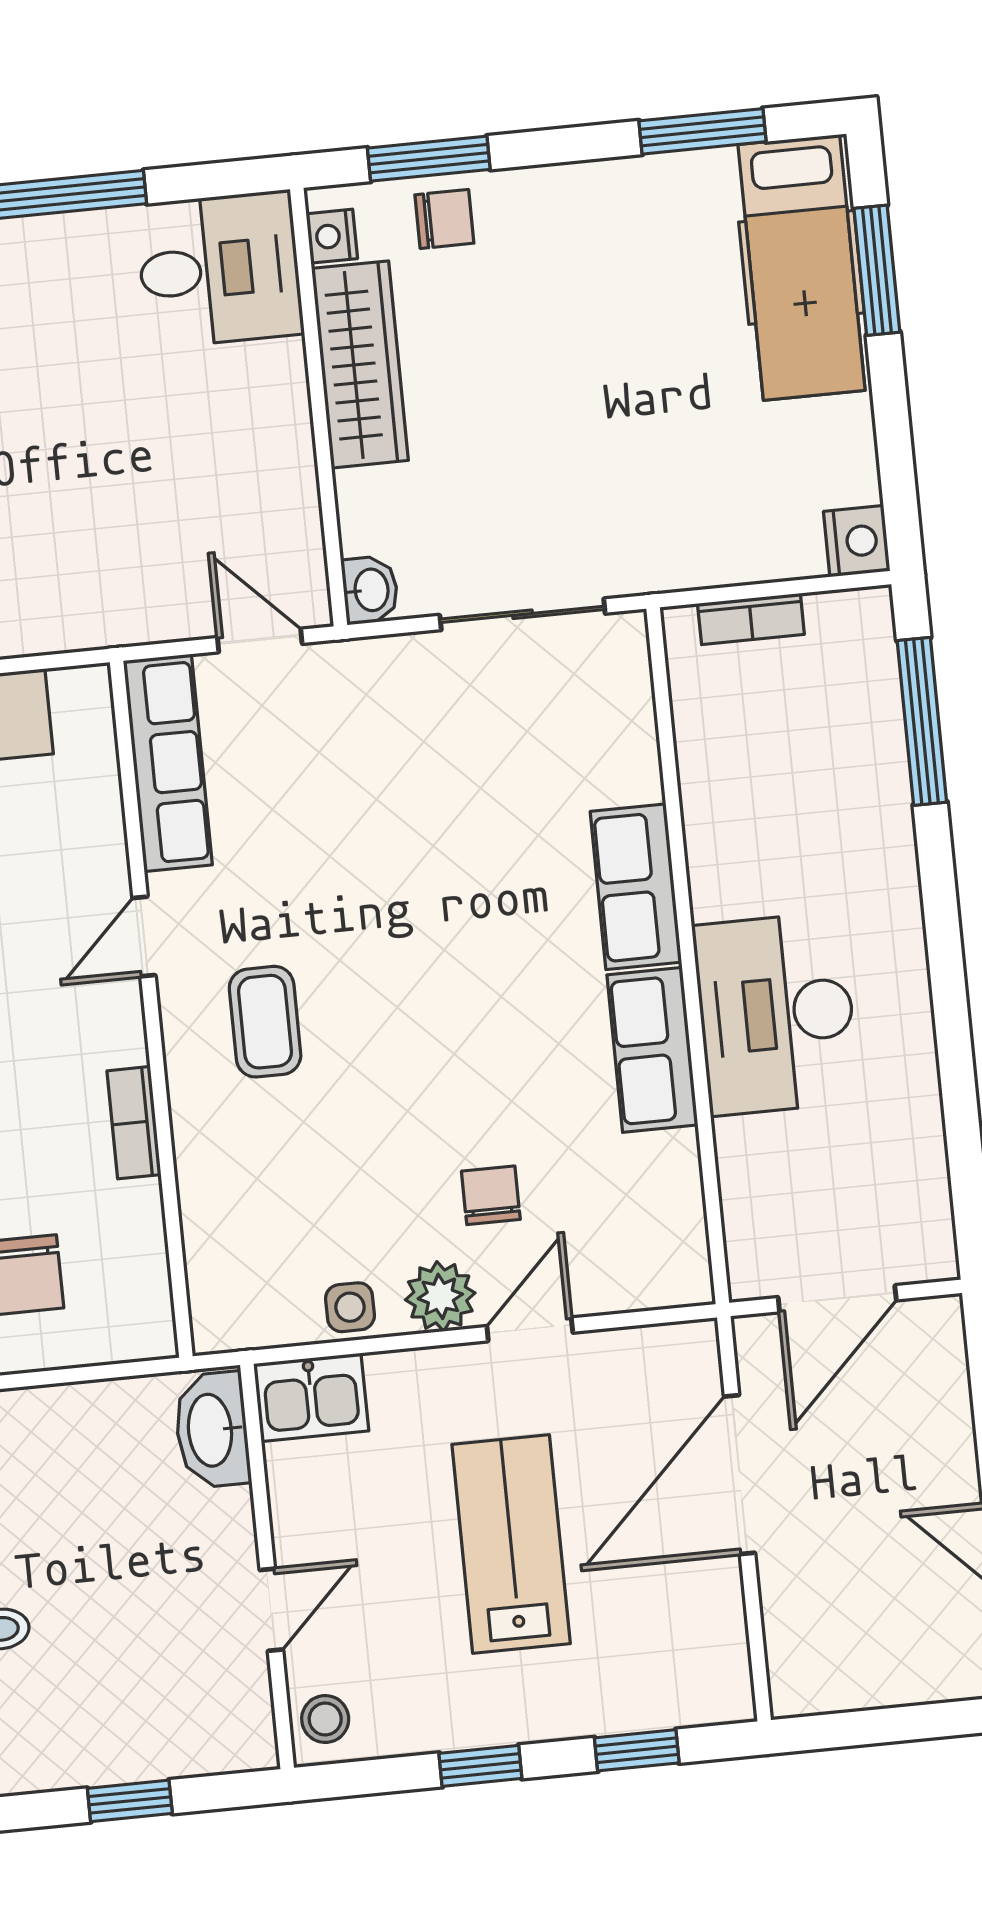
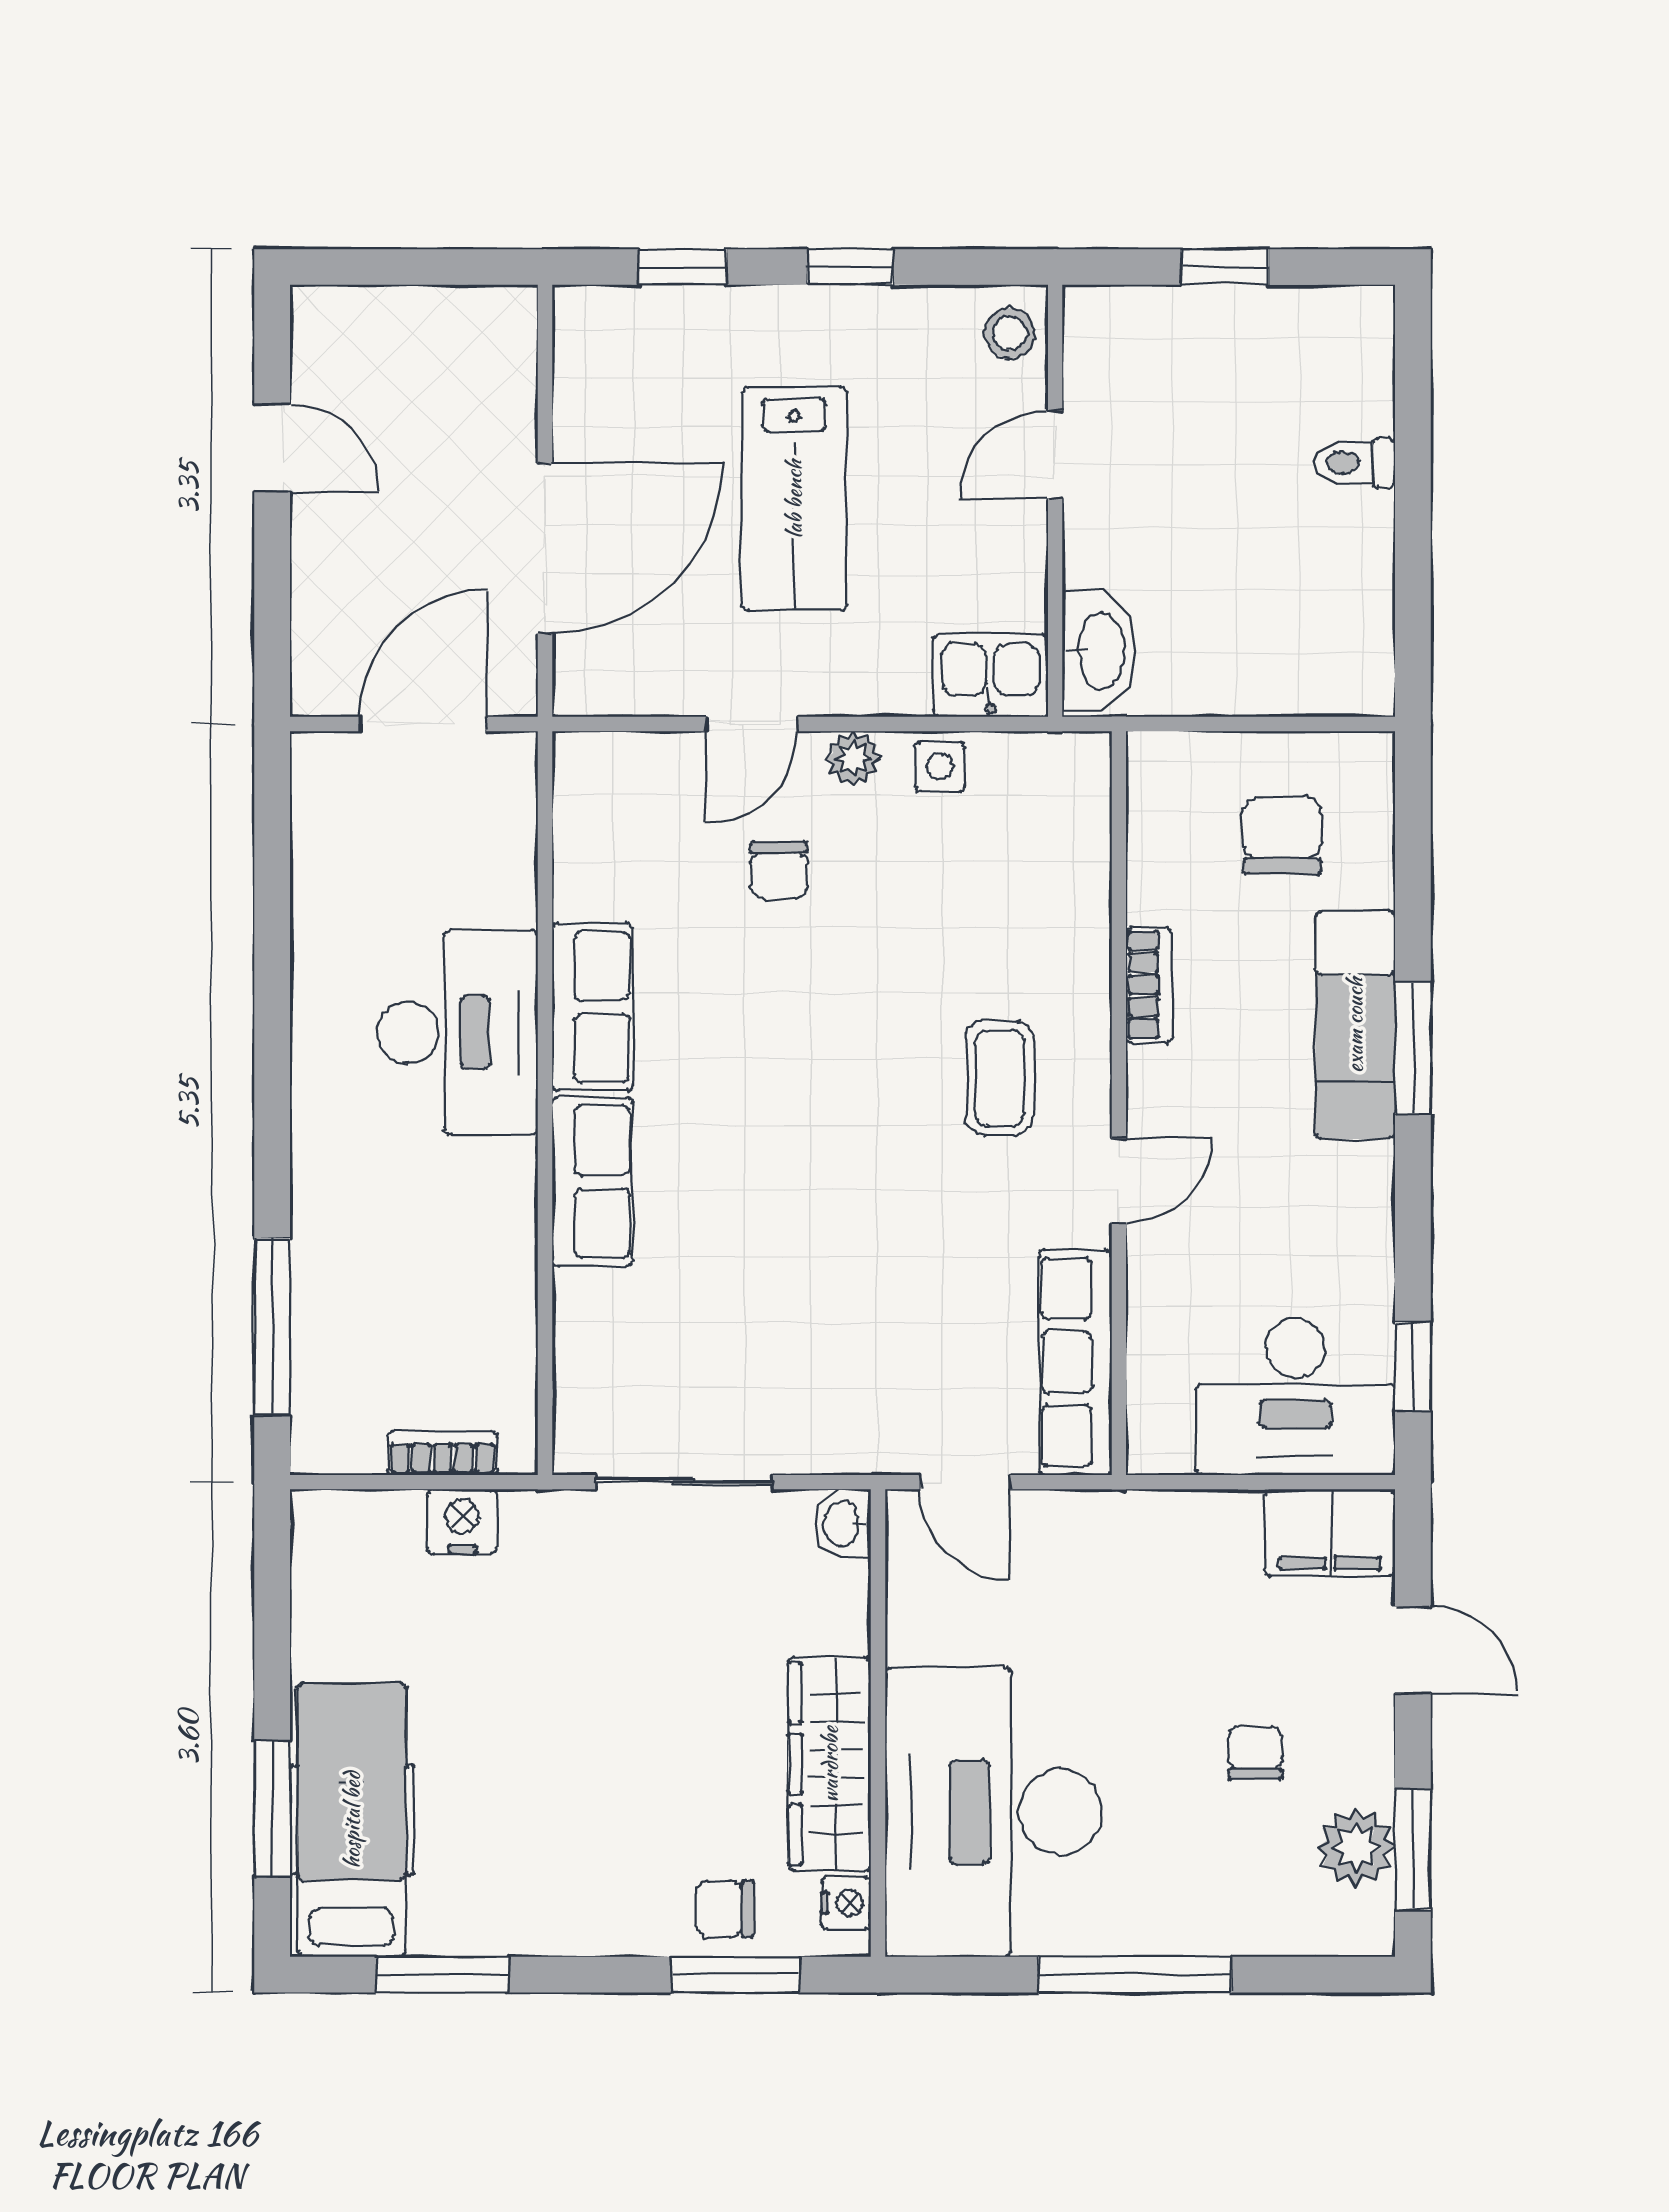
desk: (219, 269) -> (993, 1812), width x1.87, depth x1.30
nightstand: (857, 541) -> (462, 1521), moved, turned 90
plant: (440, 1296) -> (853, 758), width x0.73, depth x0.73

